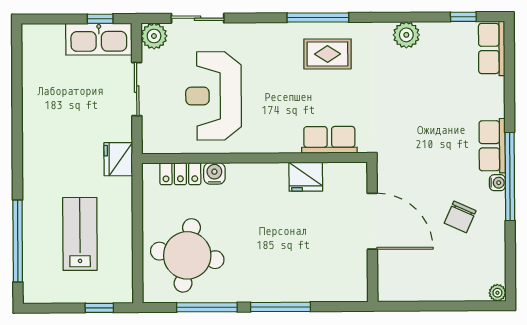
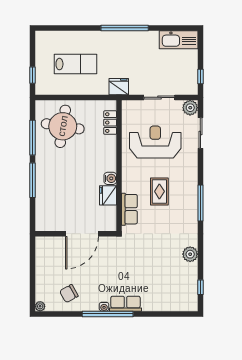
kitchen sink: (99, 39) -> (179, 40), moved, turned -90
row of seats: (492, 48) -> (182, 304), removed
rug: (327, 54) -> (159, 191), moved
water cooler: (214, 173) -> (110, 178), moved
chair: (460, 217) -> (69, 294), moved, turned -53
window: (18, 241) -> (125, 28), moved

